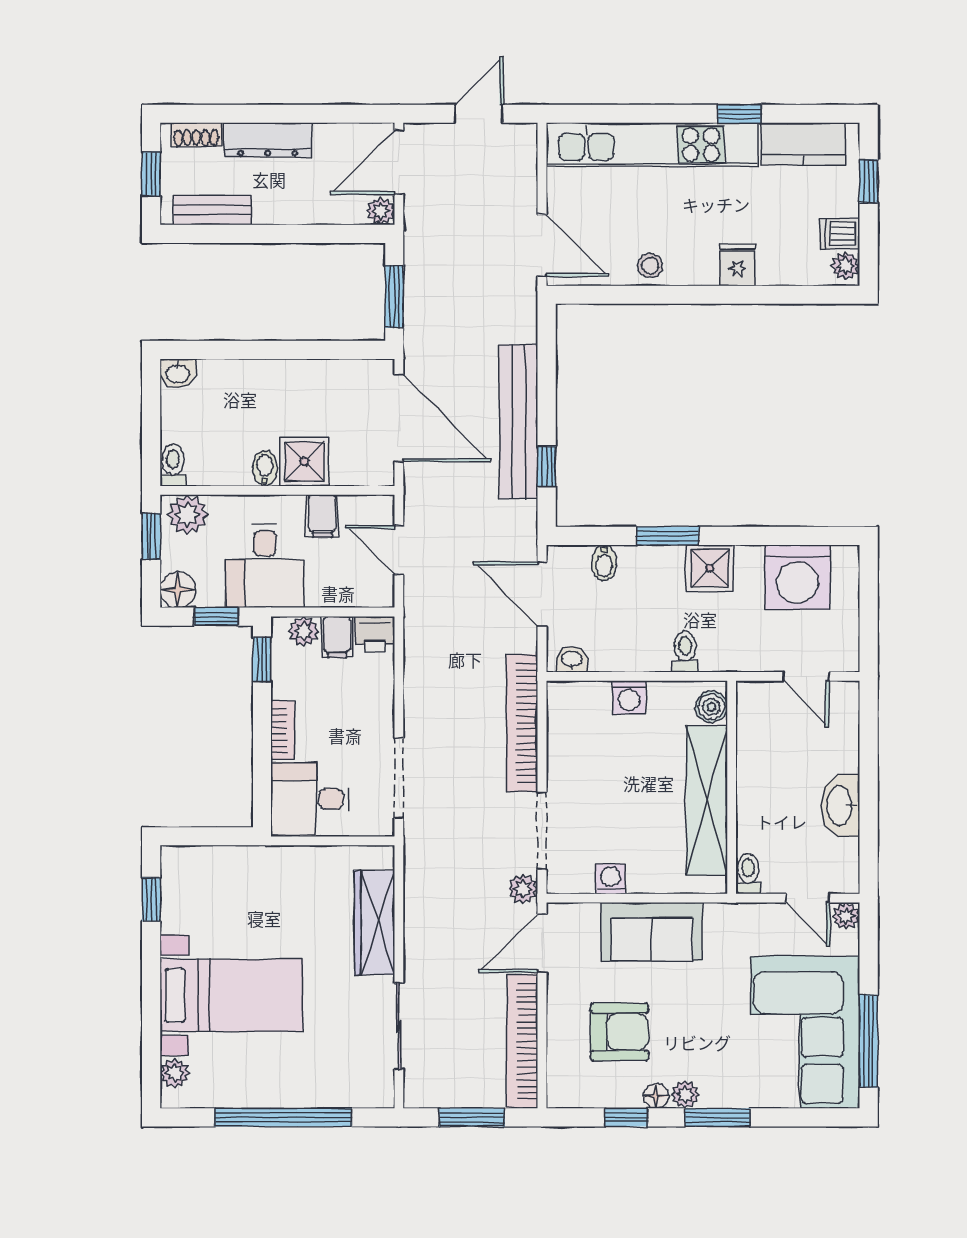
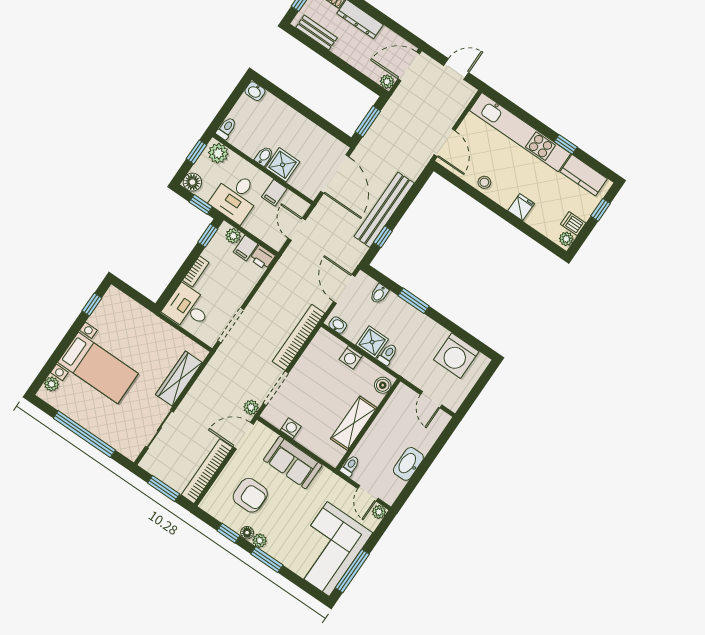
shower: (710, 568) -> (372, 342), moved
shelving: (707, 800) -> (354, 423), width x0.68

